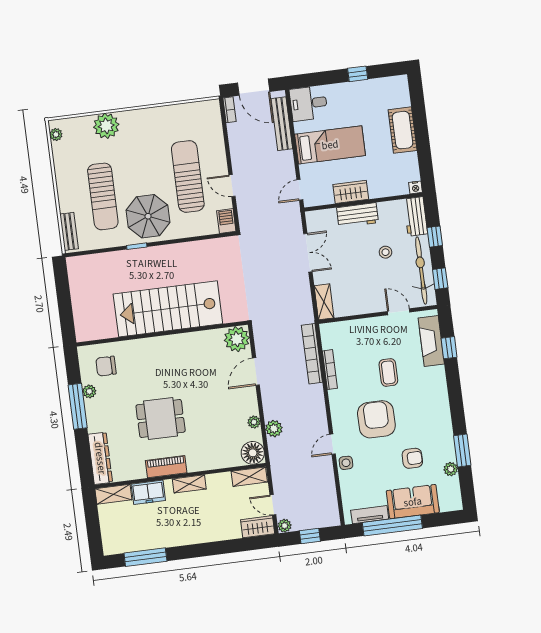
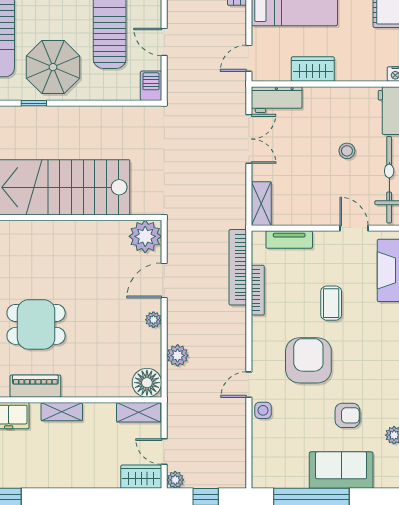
workbench: (358, 215) -> (277, 100), moved
plant: (254, 422) -> (153, 320), moved
tv unit: (370, 515) -> (289, 240), moved, turned 180

